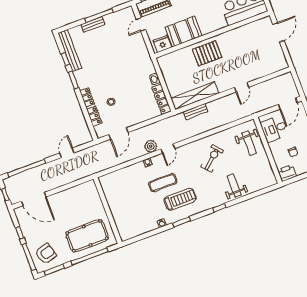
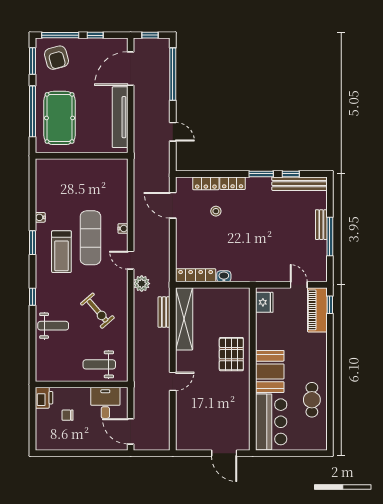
booth: (184, 32) -> (270, 371), moved
door: (242, 87) -> (173, 381), swing flipped
plant: (151, 146) -> (142, 284), moved
exercise mat: (163, 183) -> (90, 238), width x1.36, depth x1.45
tv unit: (71, 194) -> (120, 117), added

